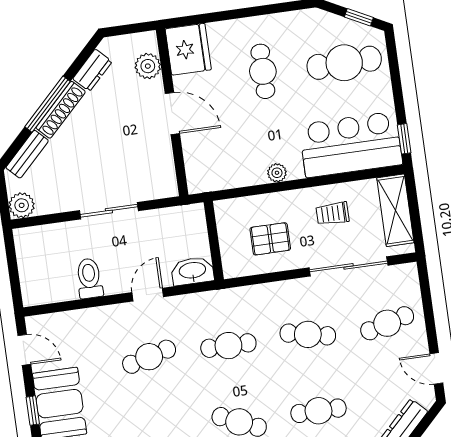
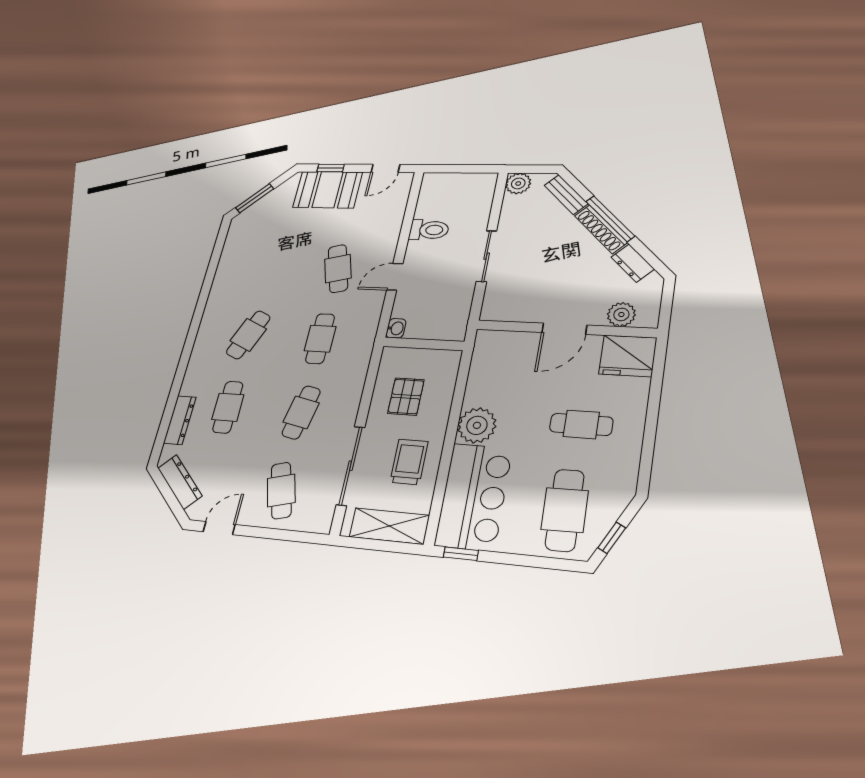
plant: (277, 173) -> (477, 425), width x1.88, depth x1.88
trolley: (332, 213) -> (409, 462), width x1.36, depth x1.39
washbasin: (192, 271) -> (396, 328), width x0.52, depth x0.69
door: (148, 295) -> (395, 277), swing flipped

